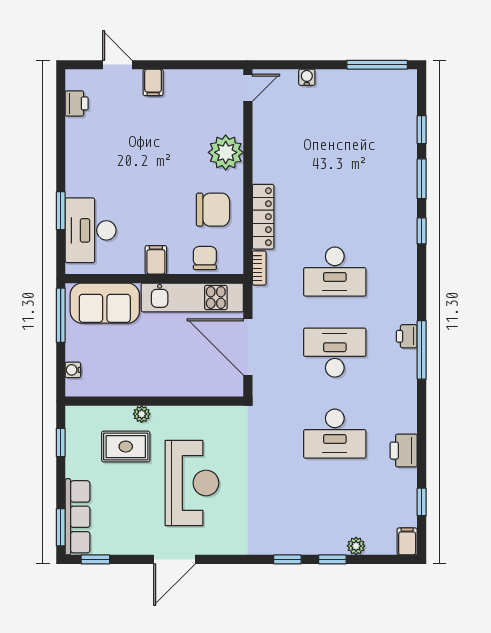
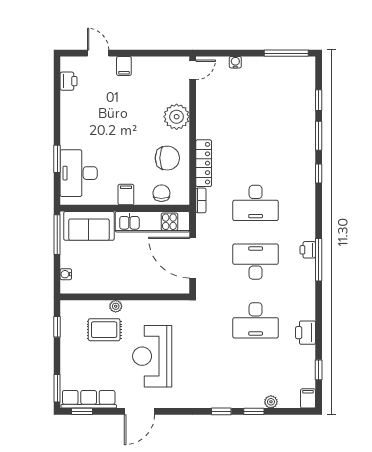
reception desk: (192, 483) -> (152, 356), turned 180
row of seats: (77, 517) -> (89, 399), moved, turned -90

